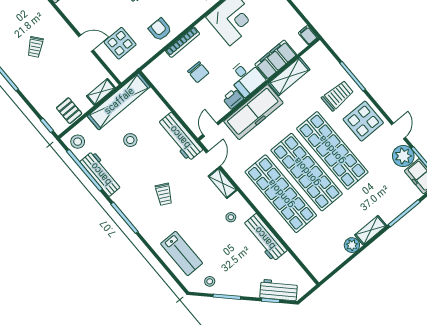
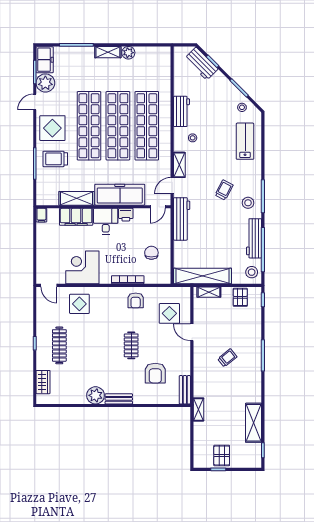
chair: (198, 72) -> (151, 253), moved
stool: (130, 140) -> (248, 203), moved
workbench: (265, 238) -> (182, 111), width x0.73

